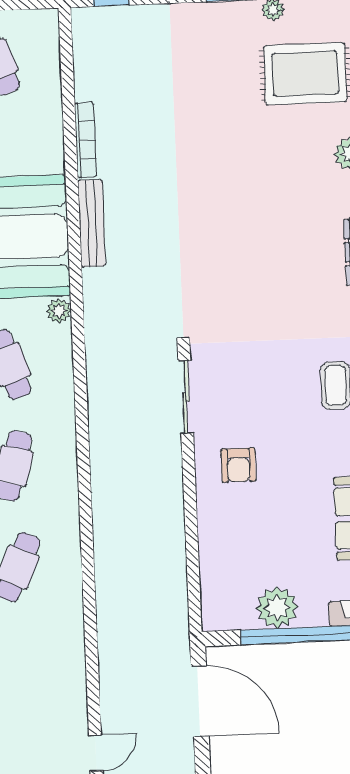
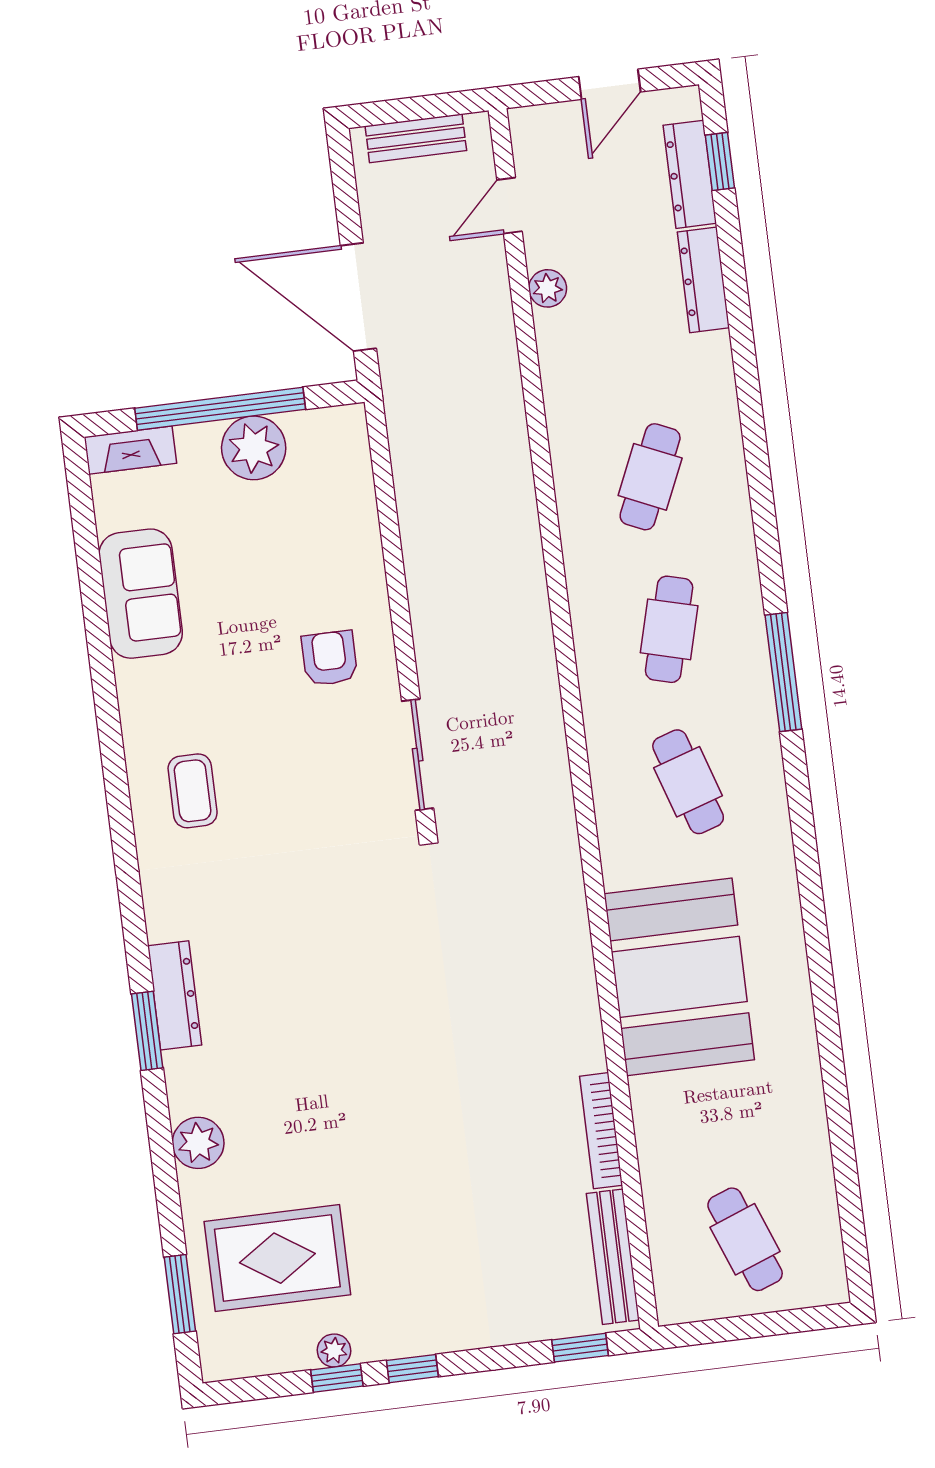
bench: (92, 223) -> (613, 1257), moved
plant: (59, 311) -> (548, 288), moved

